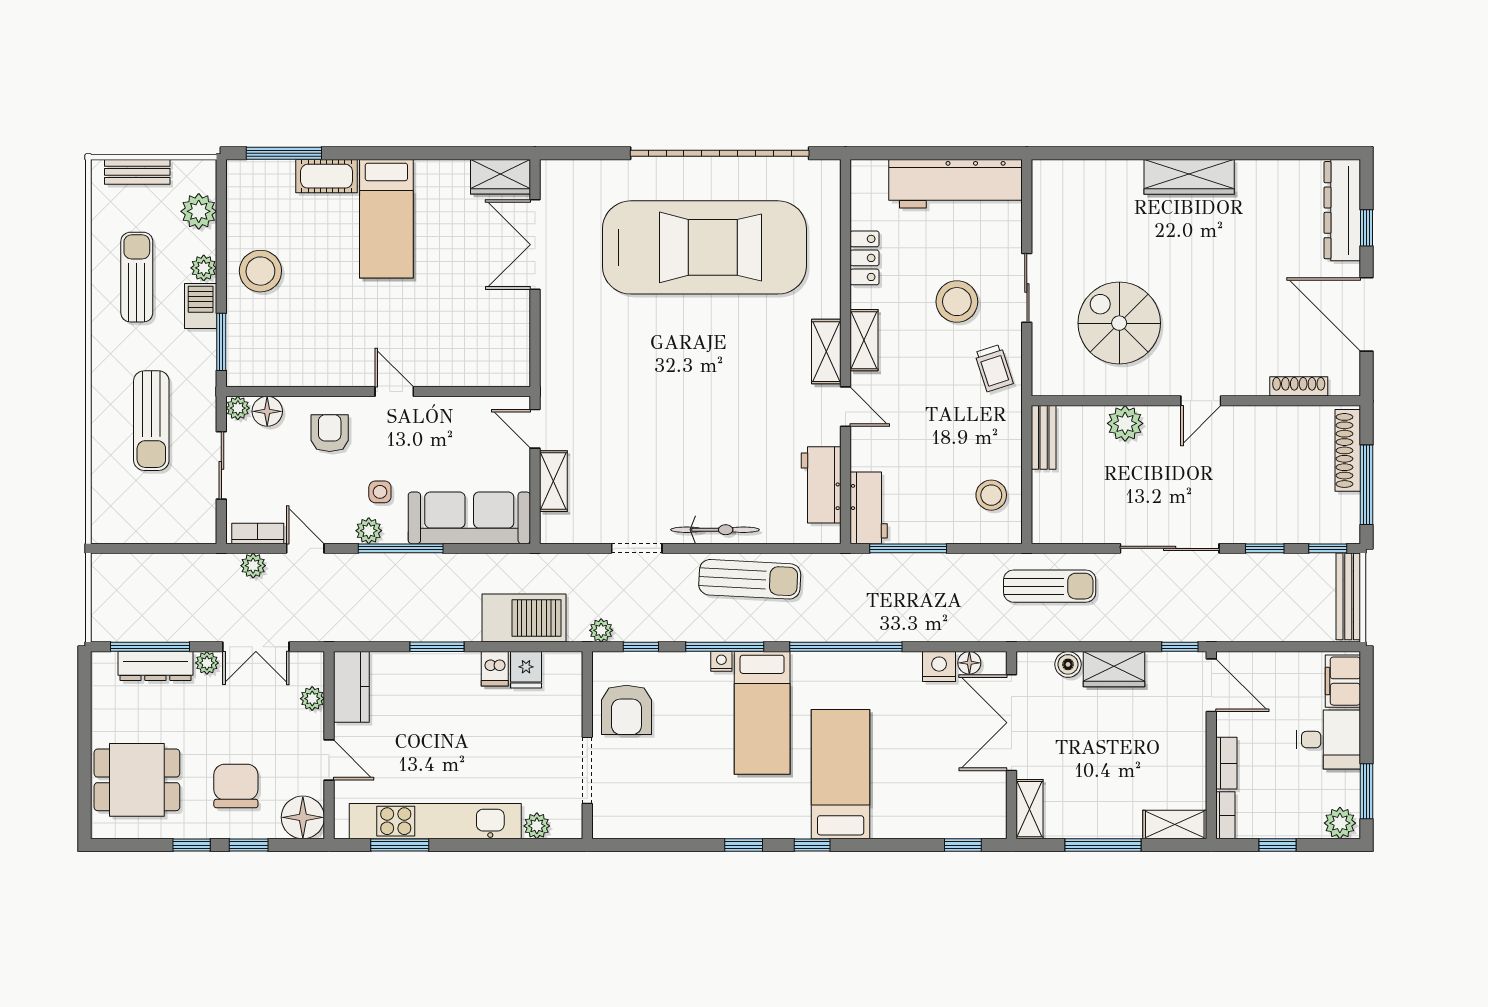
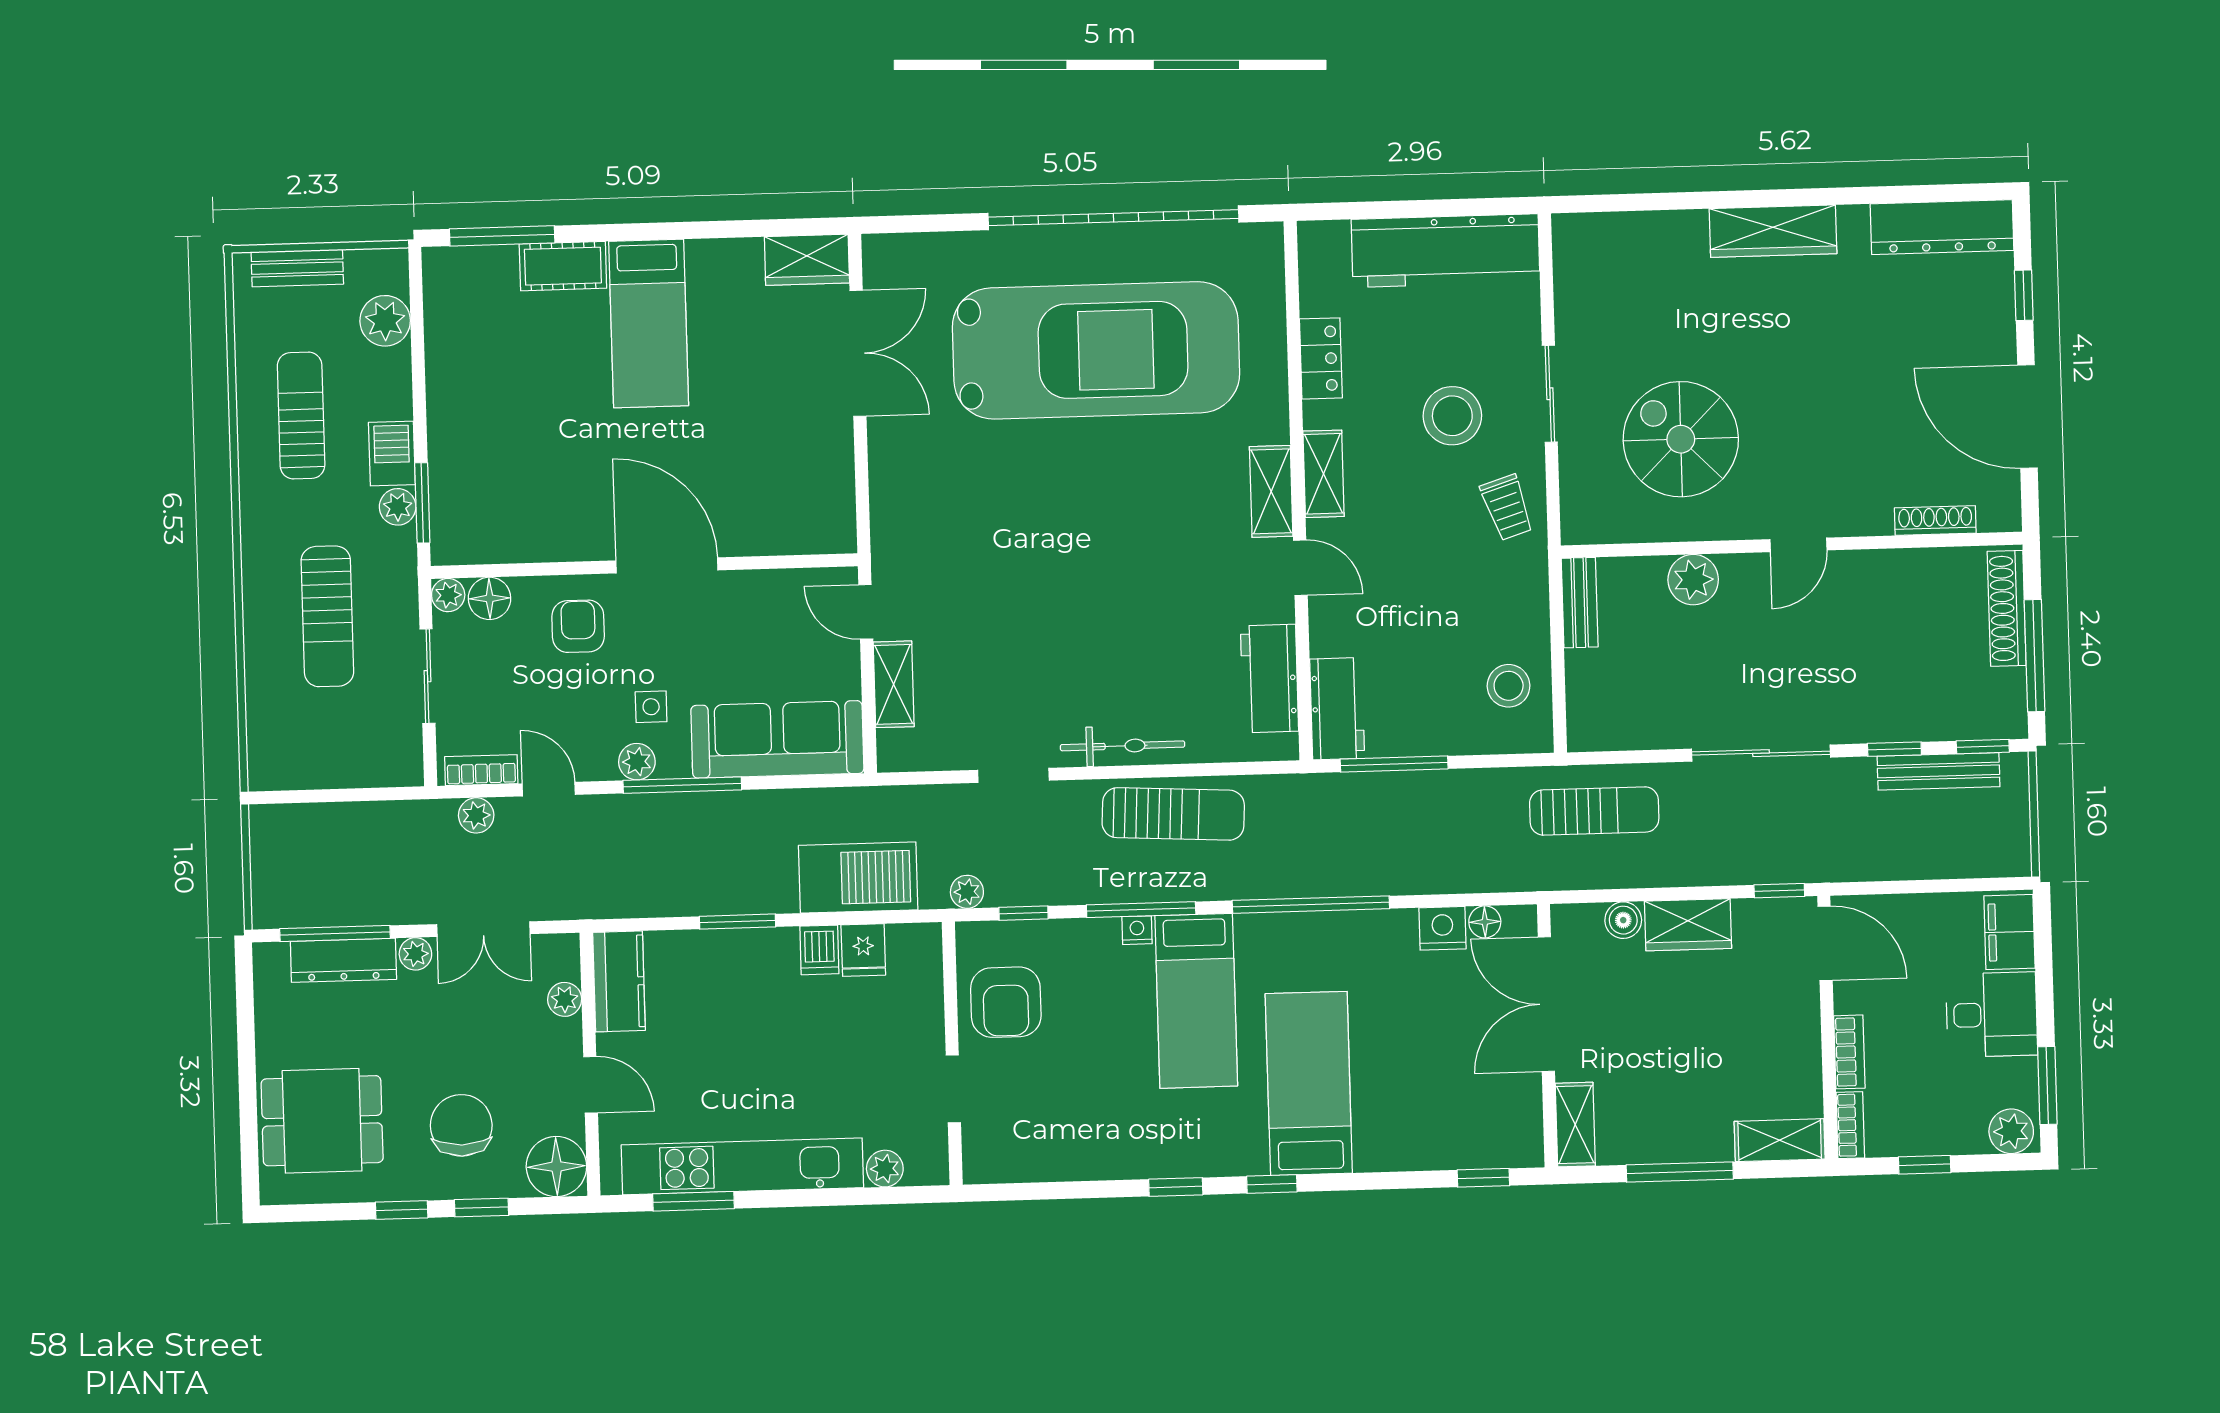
dresser: (1342, 210) -> (1942, 227), moved, turned -90
double door: (535, 245) -> (858, 353), swing flipped
plant: (204, 268) -> (398, 507), moved
stool: (260, 271) -> (474, 402), removed
door: (394, 392) -> (667, 565), width x1.88
bench: (1348, 596) -> (1939, 771), moved, turned 90
doorway: (587, 770) -> (953, 1089), width x0.73

